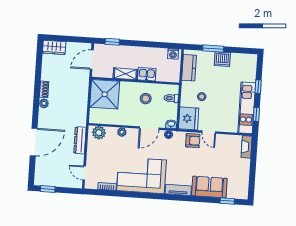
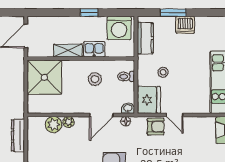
window: (112, 42) -> (89, 13), moved
washing machine: (173, 54) -> (119, 28), width x1.89, depth x1.89
plant: (99, 133) -> (54, 125), moved

